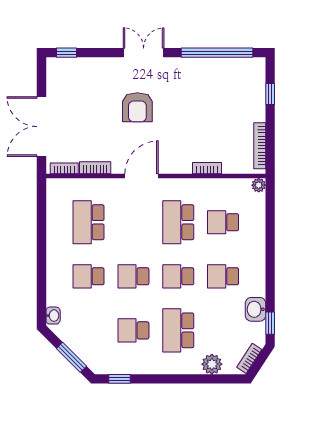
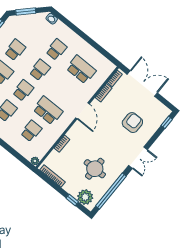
plant: (252, 80) -> (85, 197), added
round table: (205, 98) -> (95, 169), added
armchair: (137, 107) -> (132, 123), moved, turned 90

